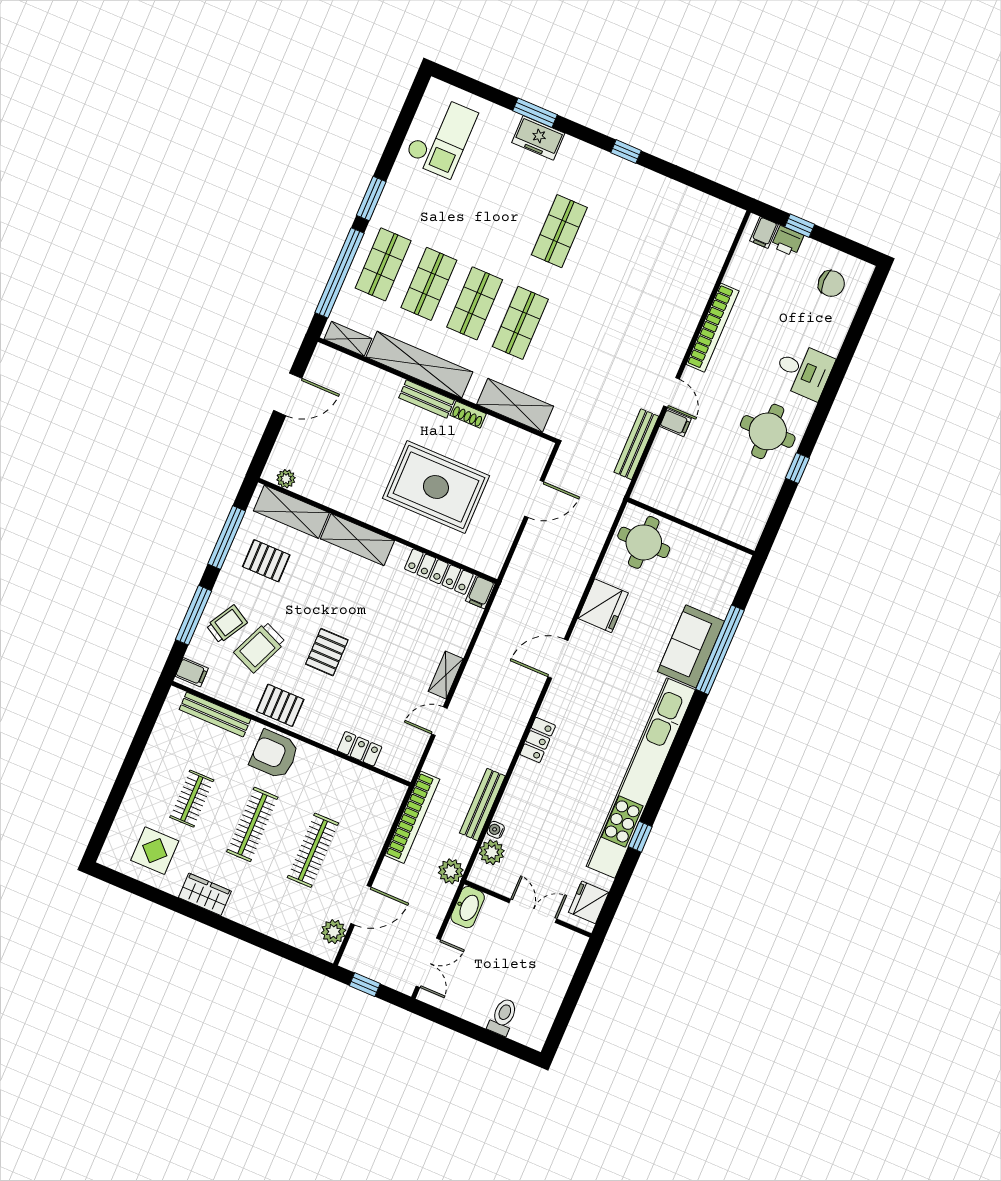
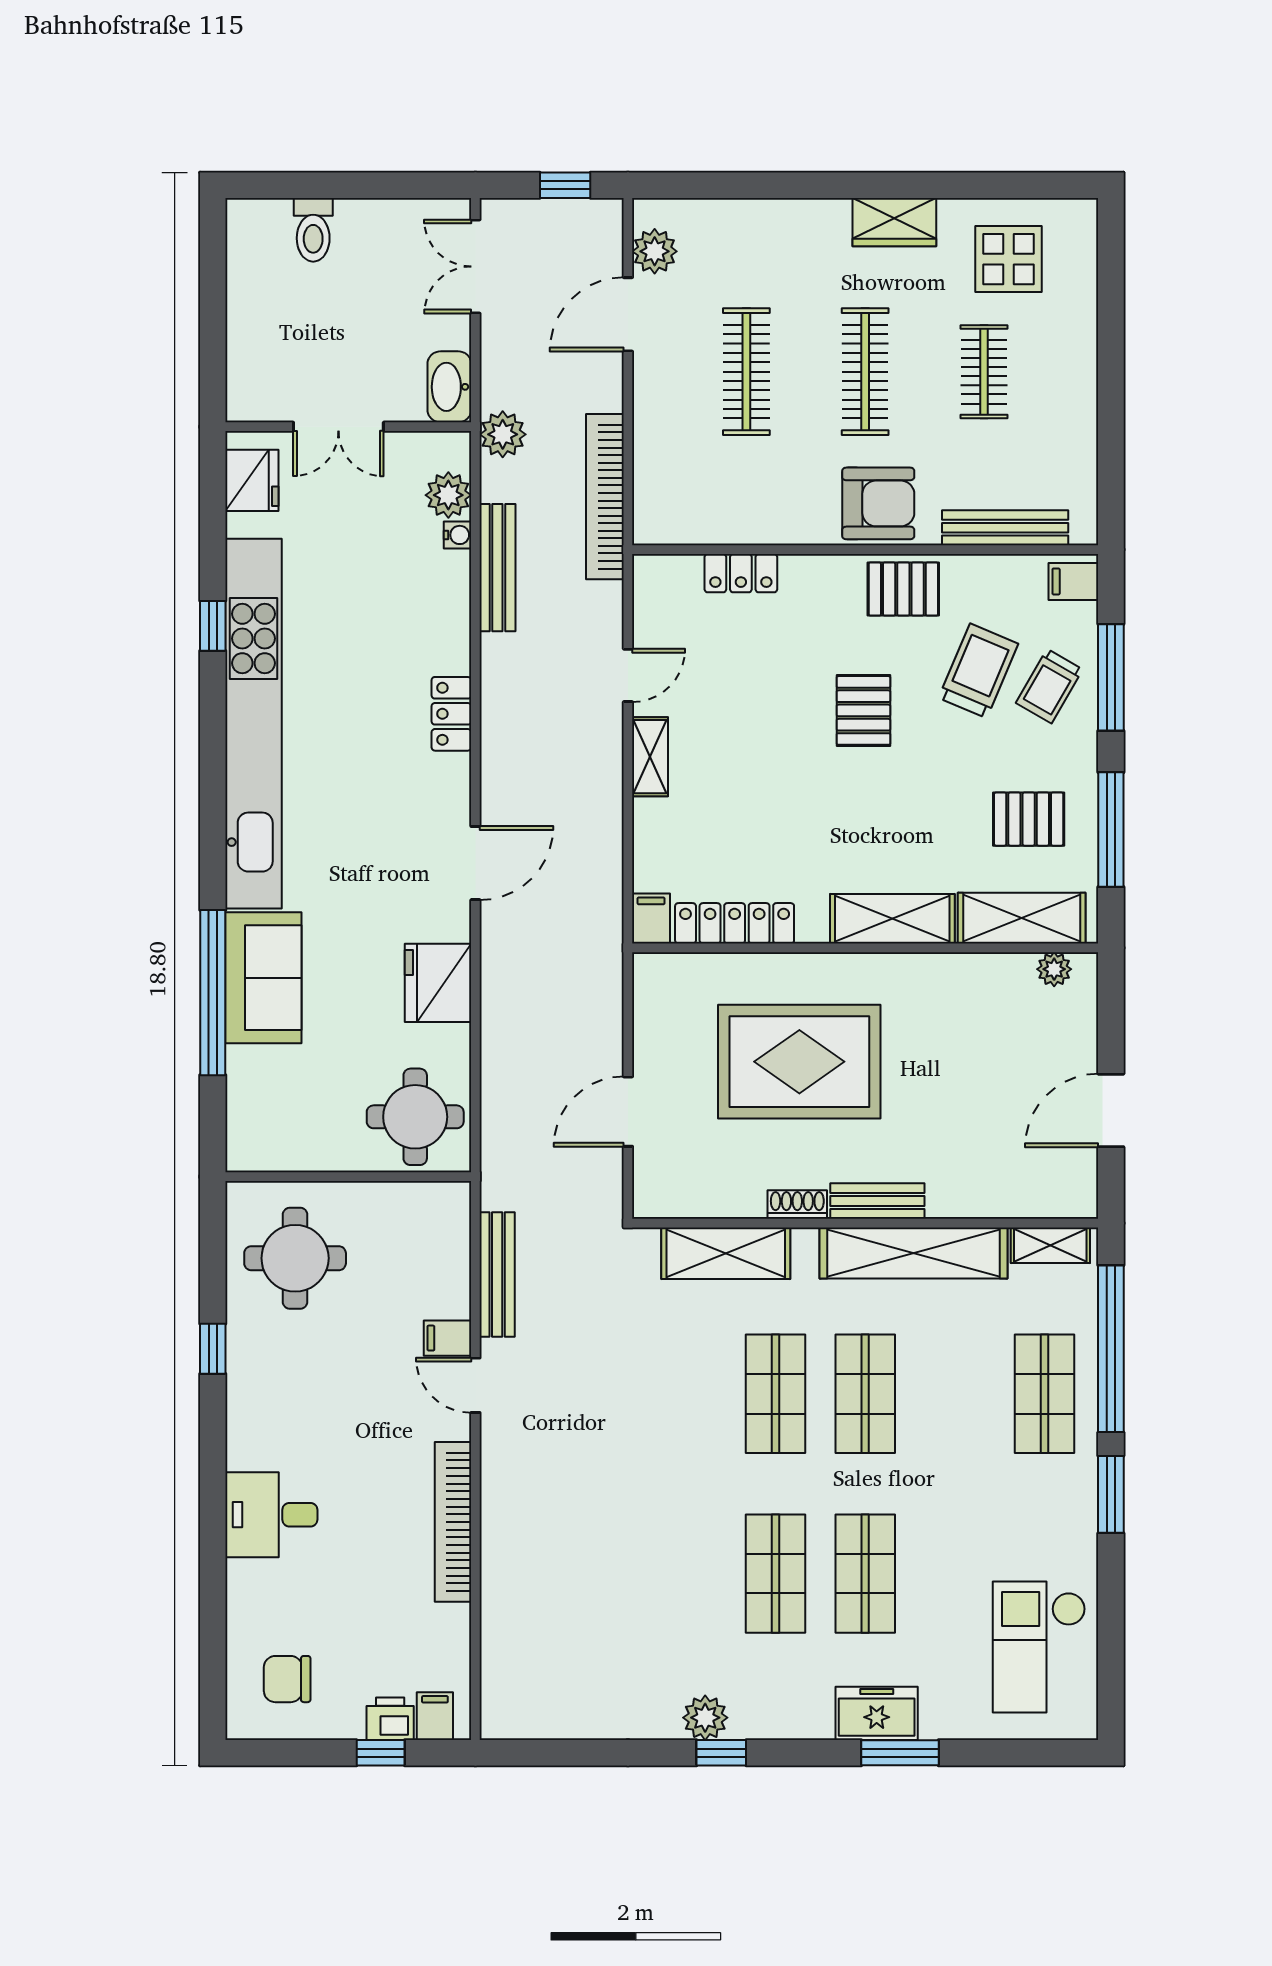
plant: (627, 173) -> (705, 1718), added
shop shelf: (429, 284) -> (865, 1574), moved
round table: (768, 431) -> (295, 1258), moved

